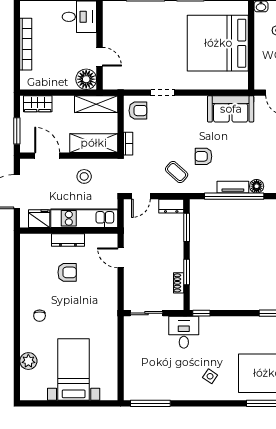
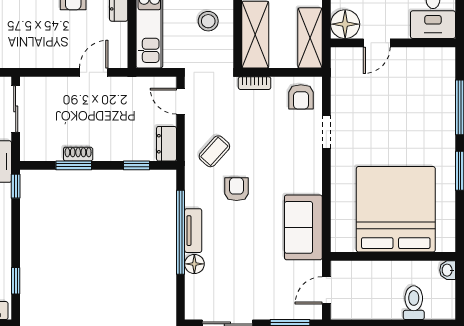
window: (187, 227) -> (136, 165), width x0.67
shoe rack: (179, 283) -> (78, 154), moved

